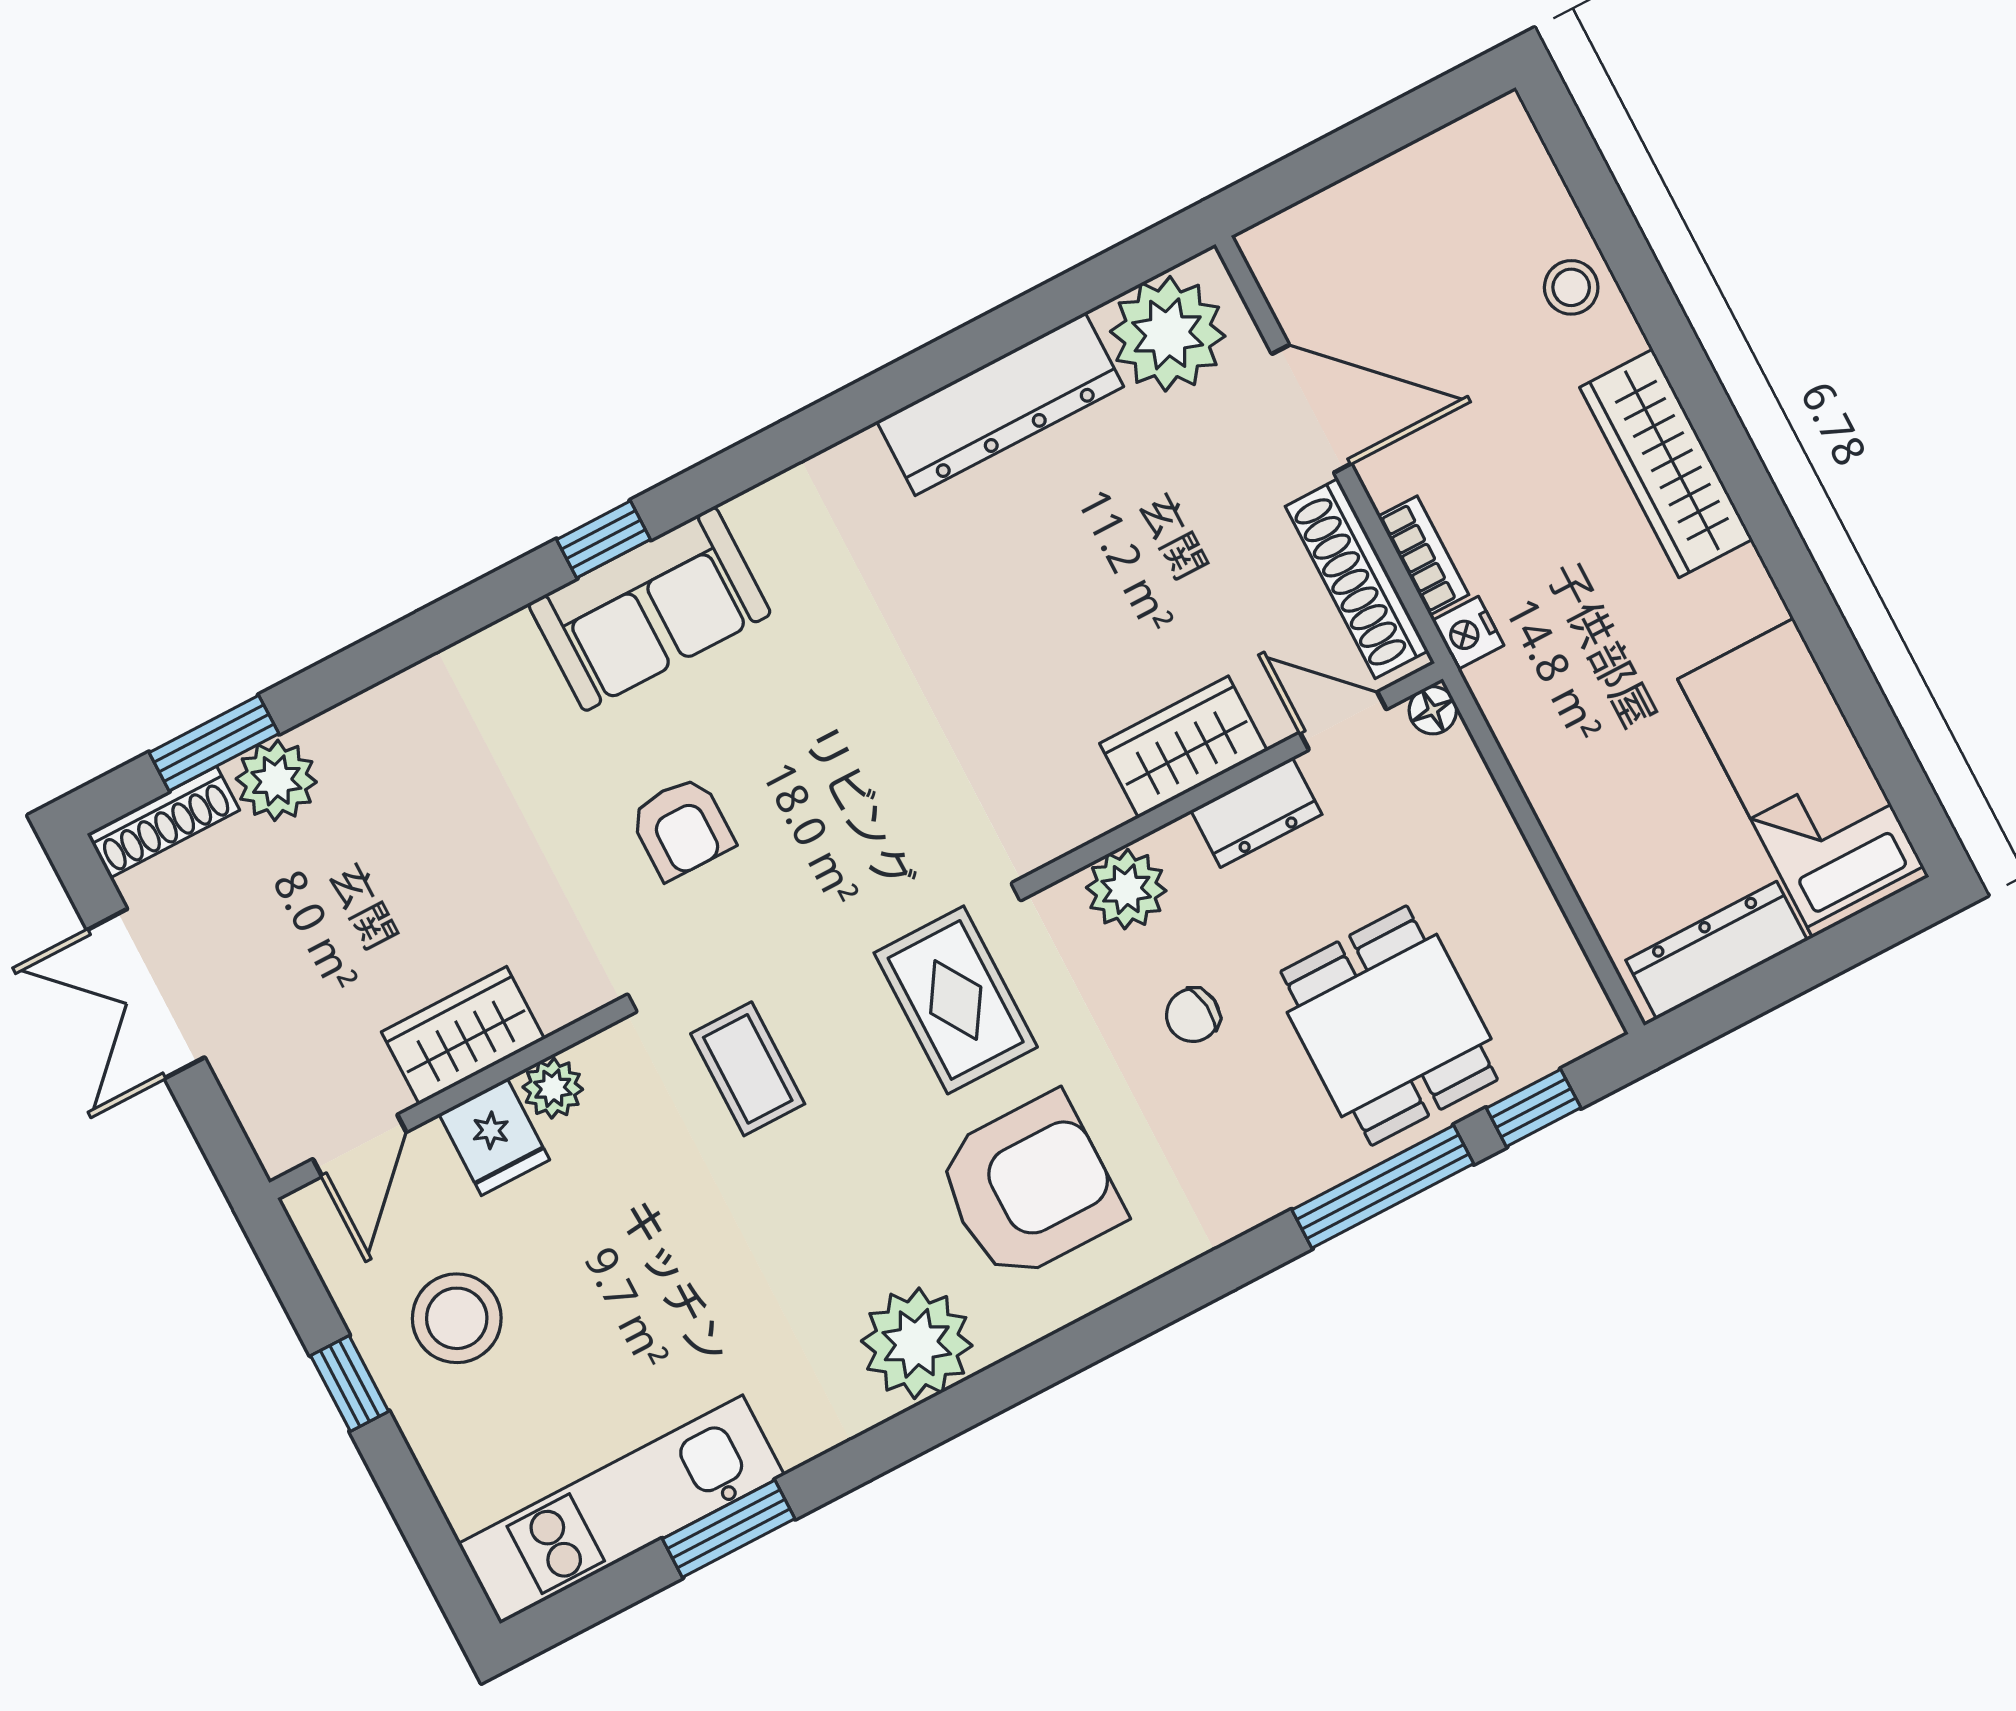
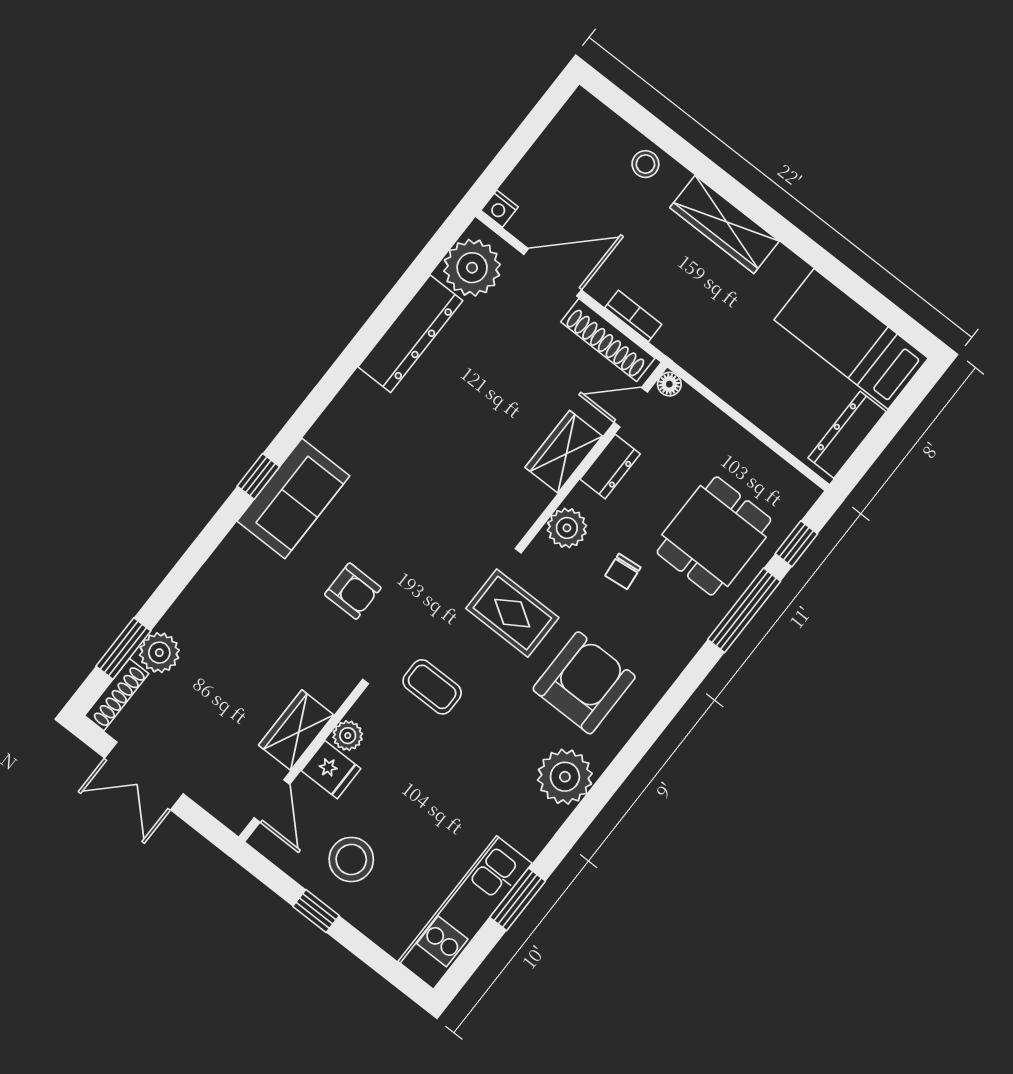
nightstand: (1468, 633) -> (500, 209), moved
dining table: (1389, 1026) -> (714, 536), turned 90

